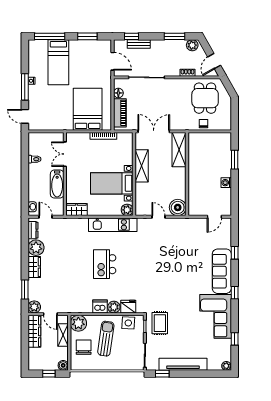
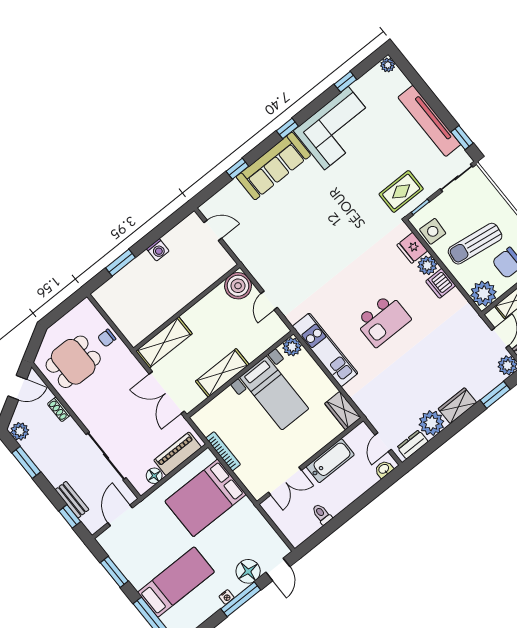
floor lamp: (36, 101) -> (248, 571), added

